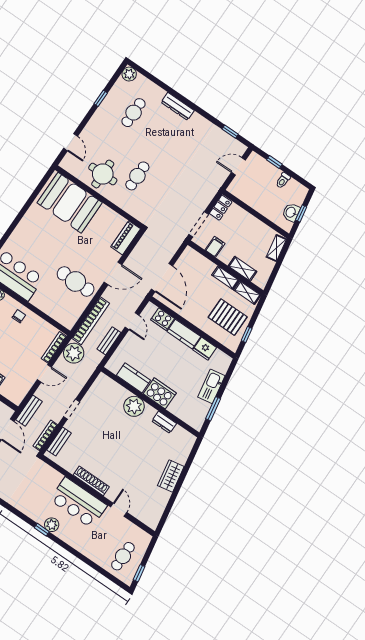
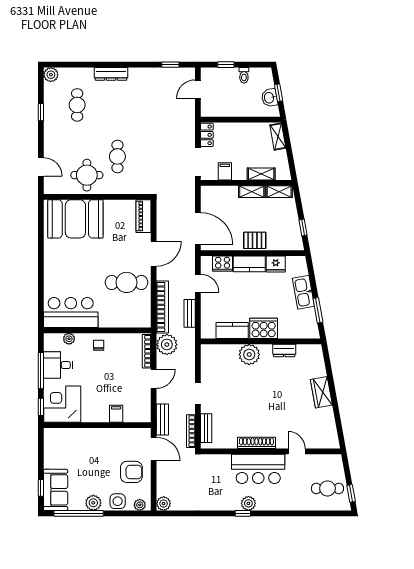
pallet: (228, 317) -> (255, 240), moved, width x0.67, depth x0.71
cafe table: (123, 556) -> (327, 488), turned 90

